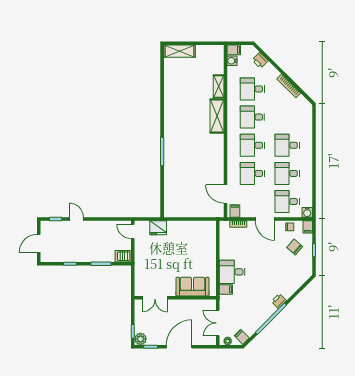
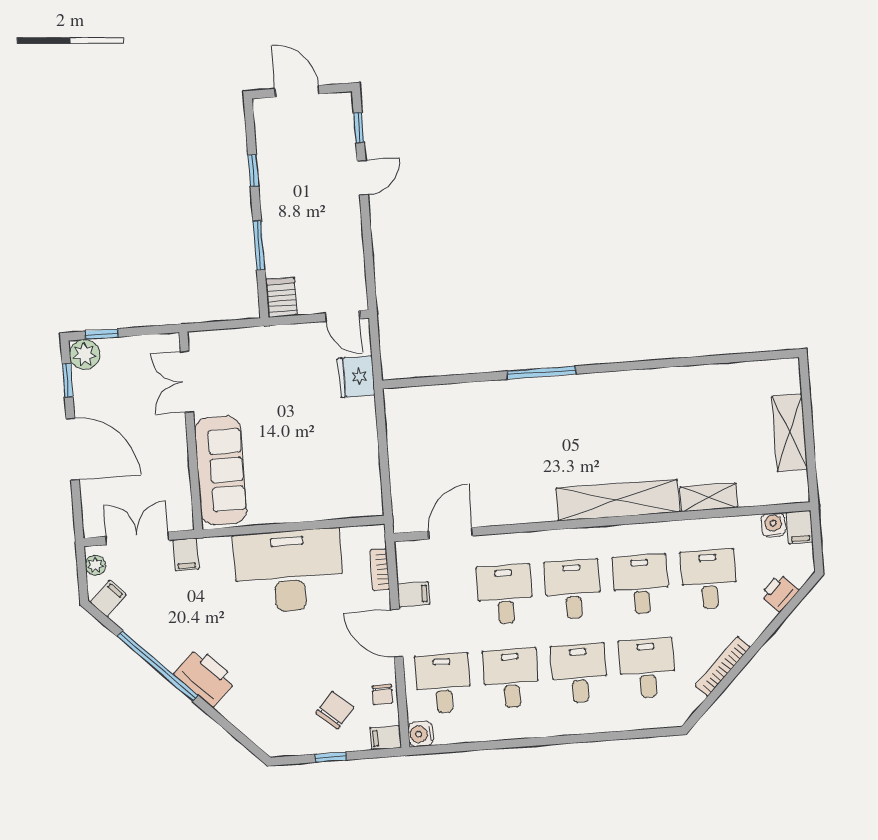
shelving: (179, 51) -> (790, 433), moved
shelving: (217, 116) -> (618, 500), width x1.47
desk: (287, 117) -> (647, 668), added
filing cabinet: (235, 211) -> (413, 594), moved
door: (265, 219) -> (397, 633), hinge flipped
door: (133, 232) -> (343, 316), swing flipped
desk: (232, 272) -> (289, 571), width x1.87, depth x1.30
sofa: (192, 287) -> (221, 470), width x1.36
filing cabinet: (226, 289) -> (186, 554), moved
printer: (279, 301) -> (205, 677), width x1.87, depth x1.48

